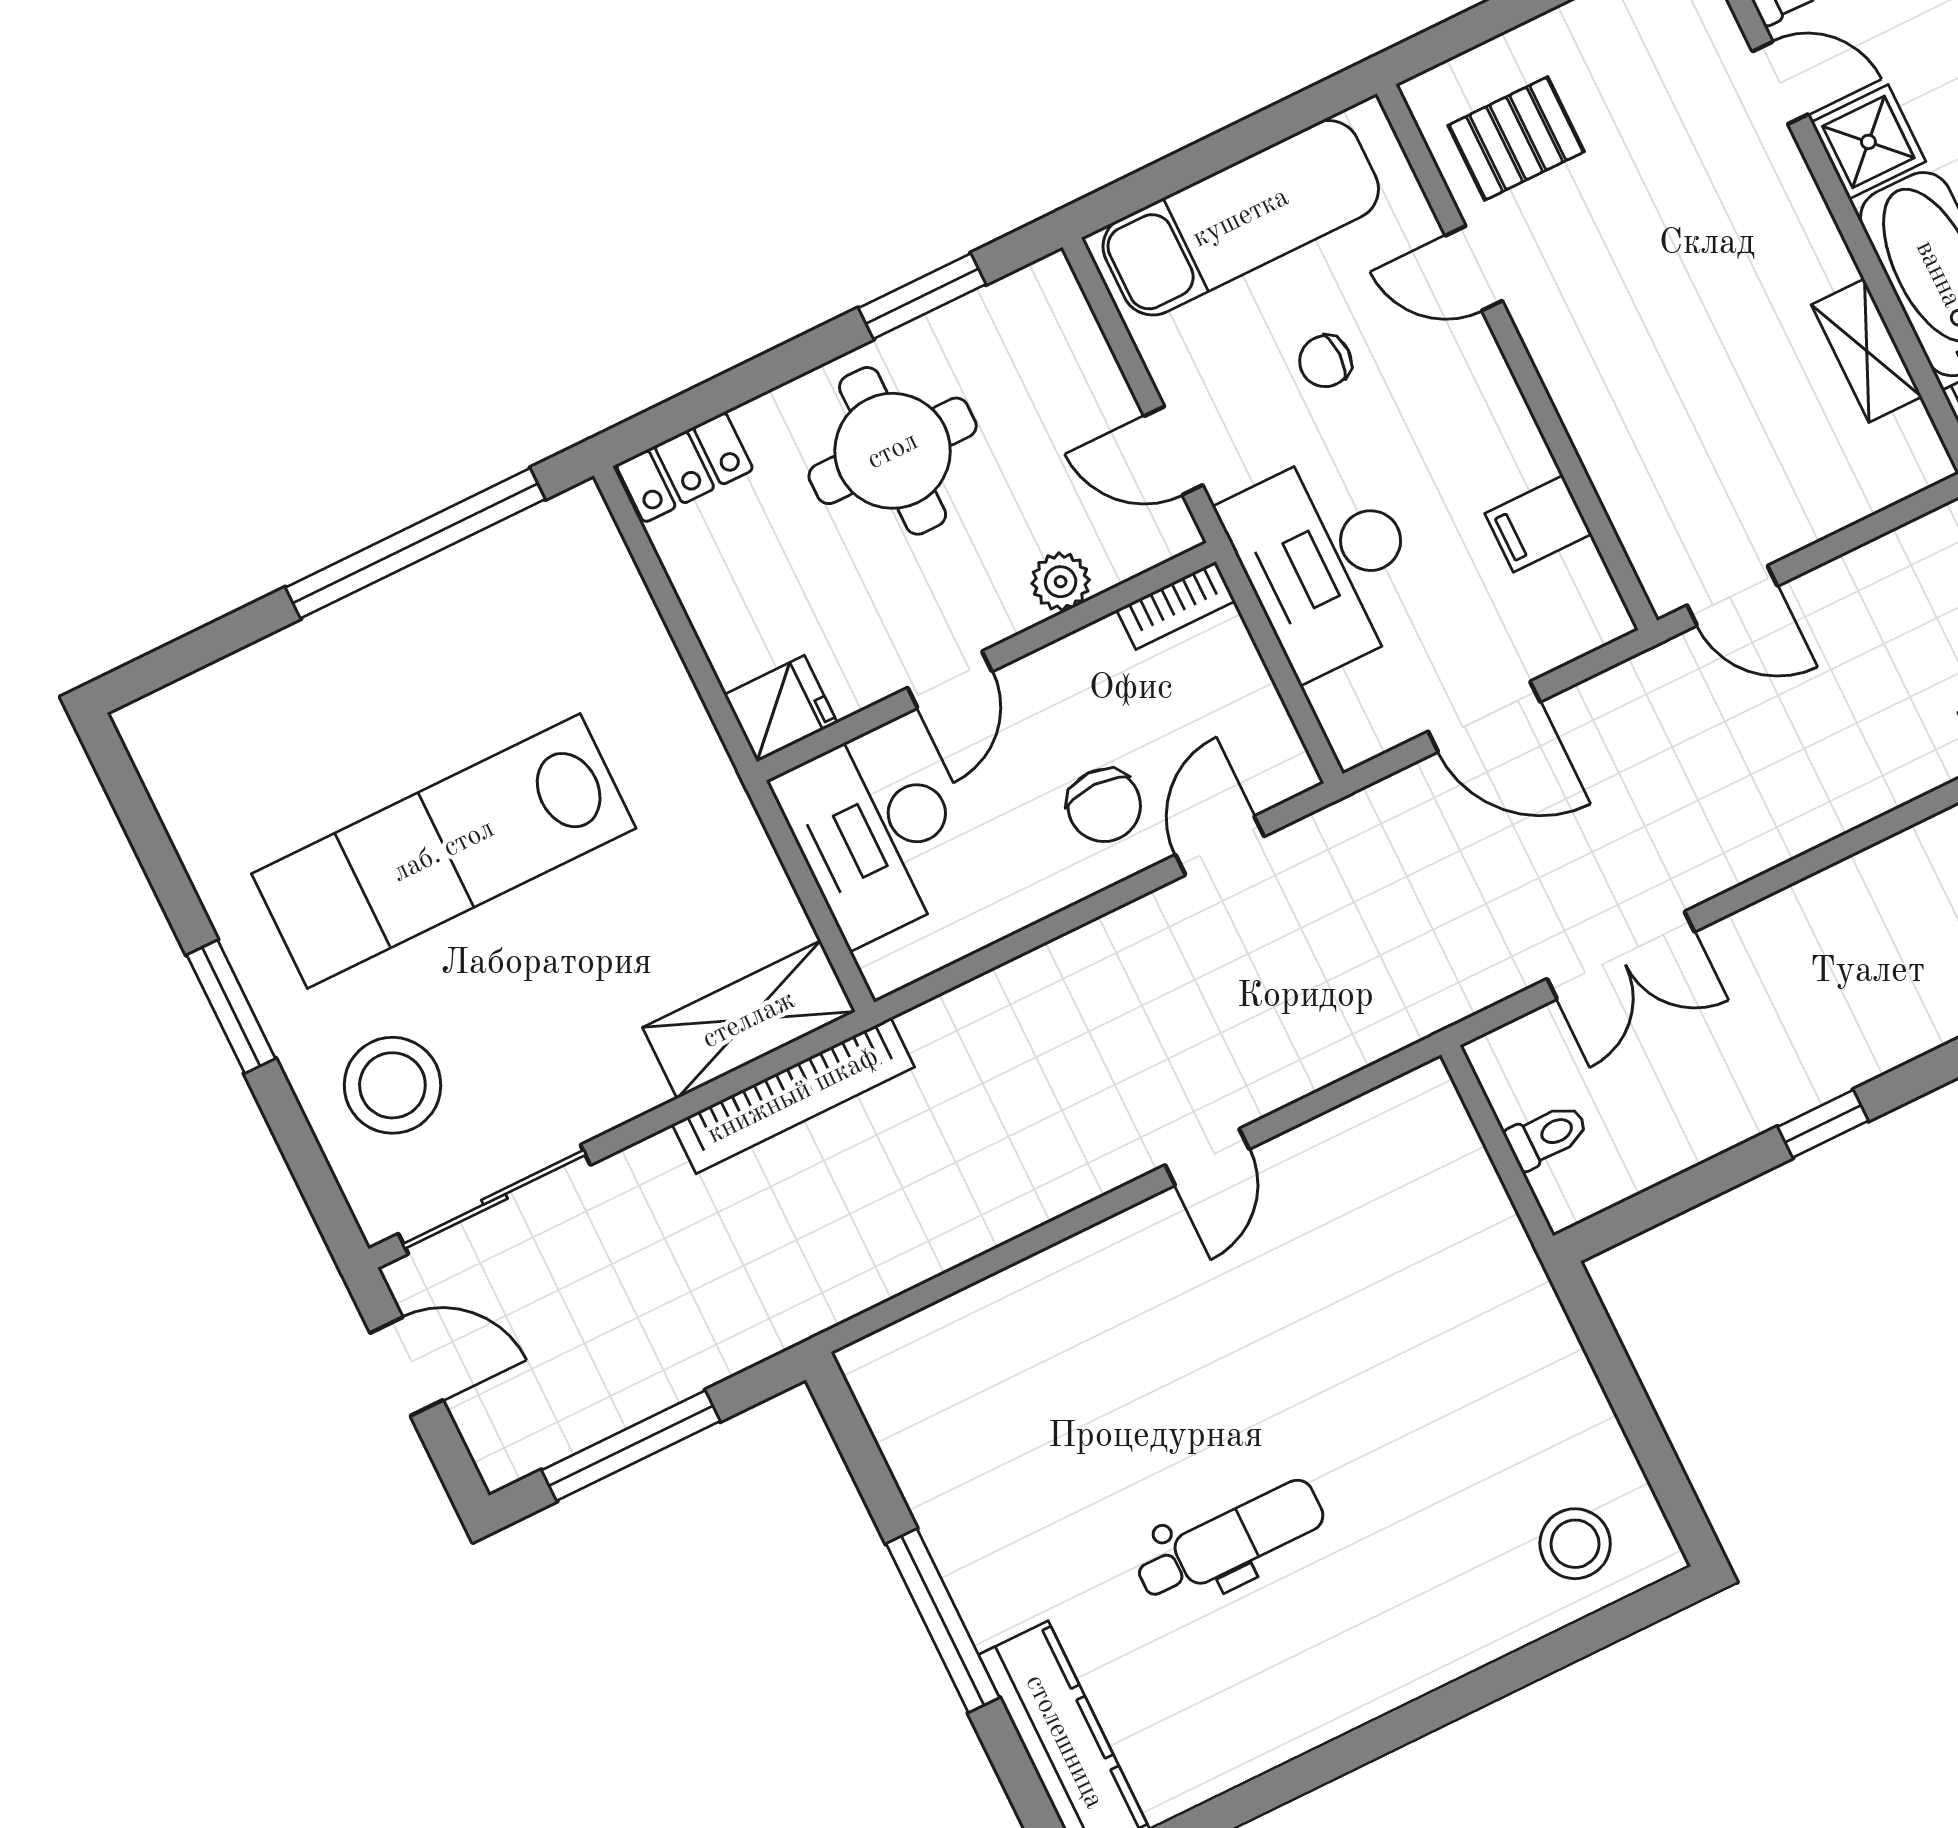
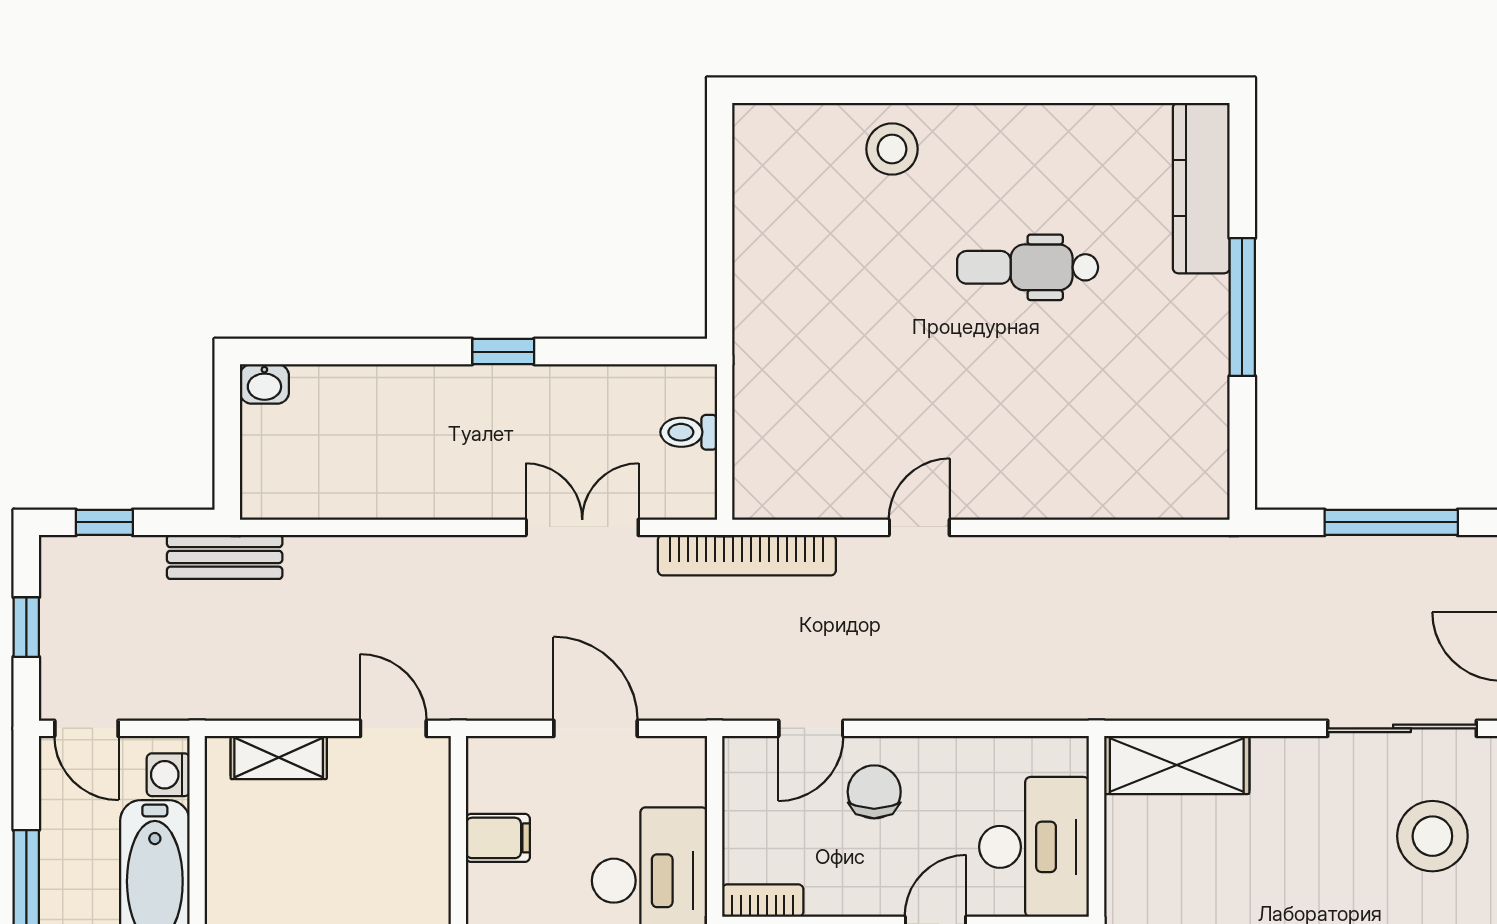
shelving: (1867, 351) -> (279, 758), moved, turned 90
bookcase: (793, 1096) -> (747, 555), moved, turned 180
stool: (1575, 1544) -> (892, 149), moved

